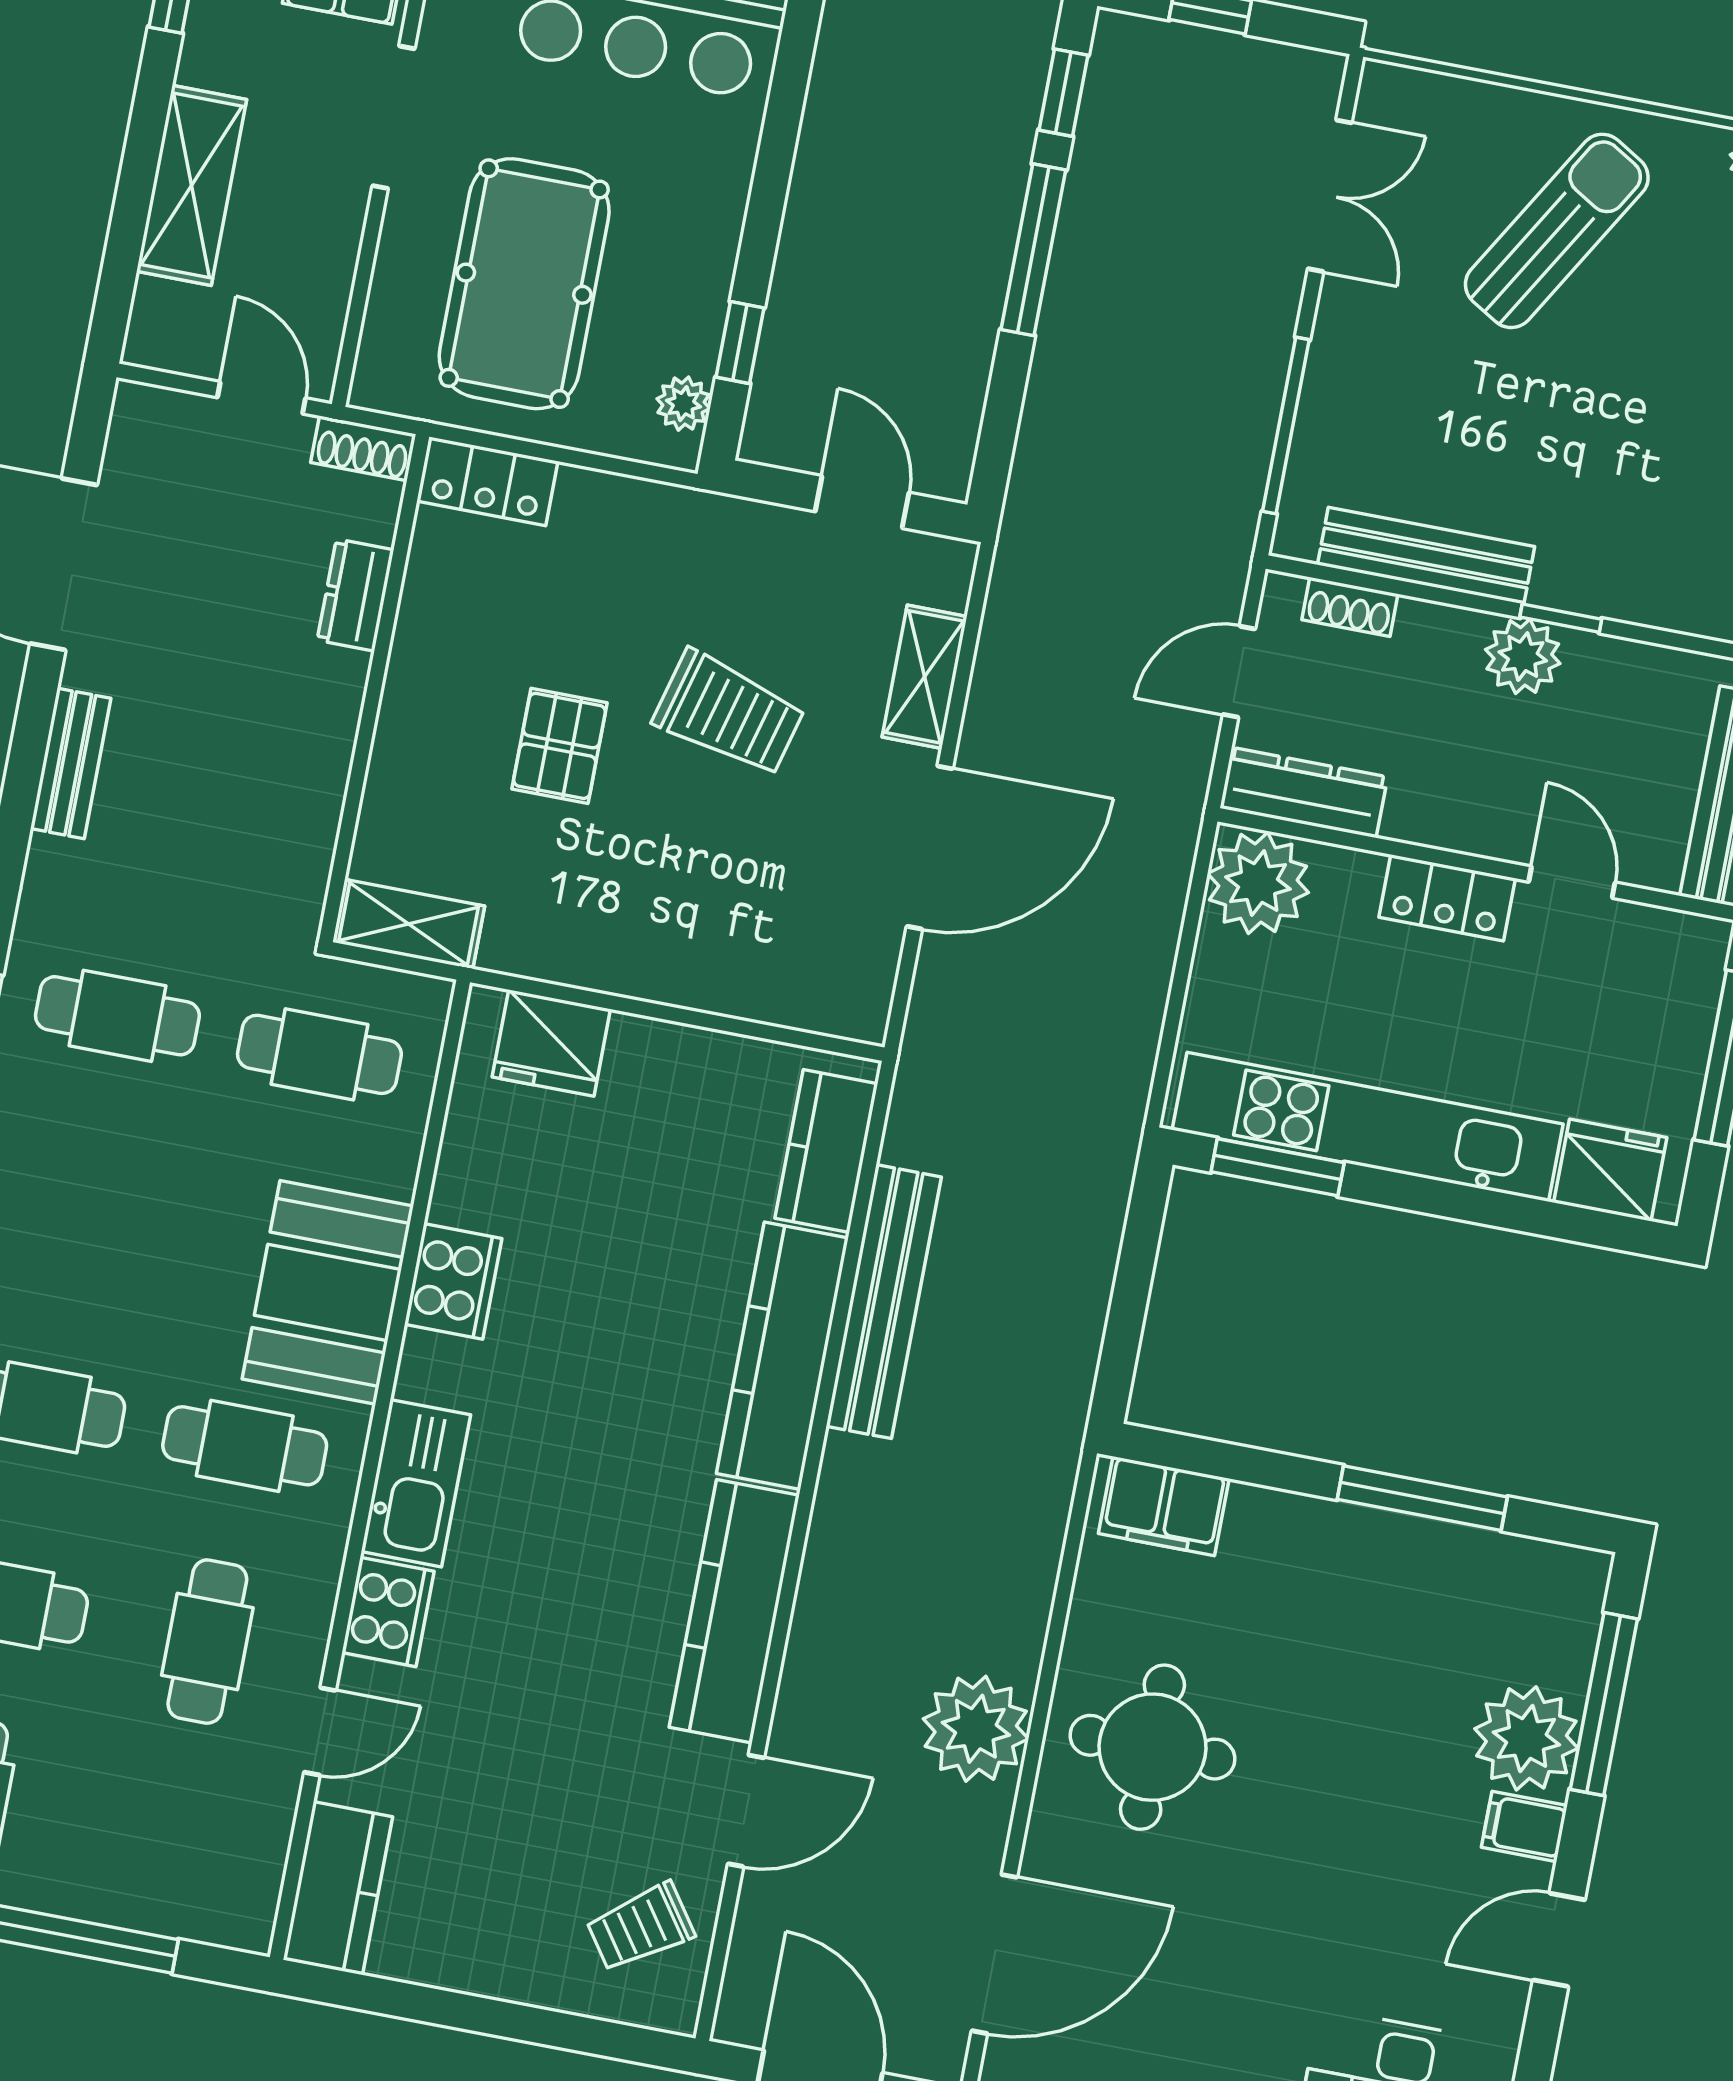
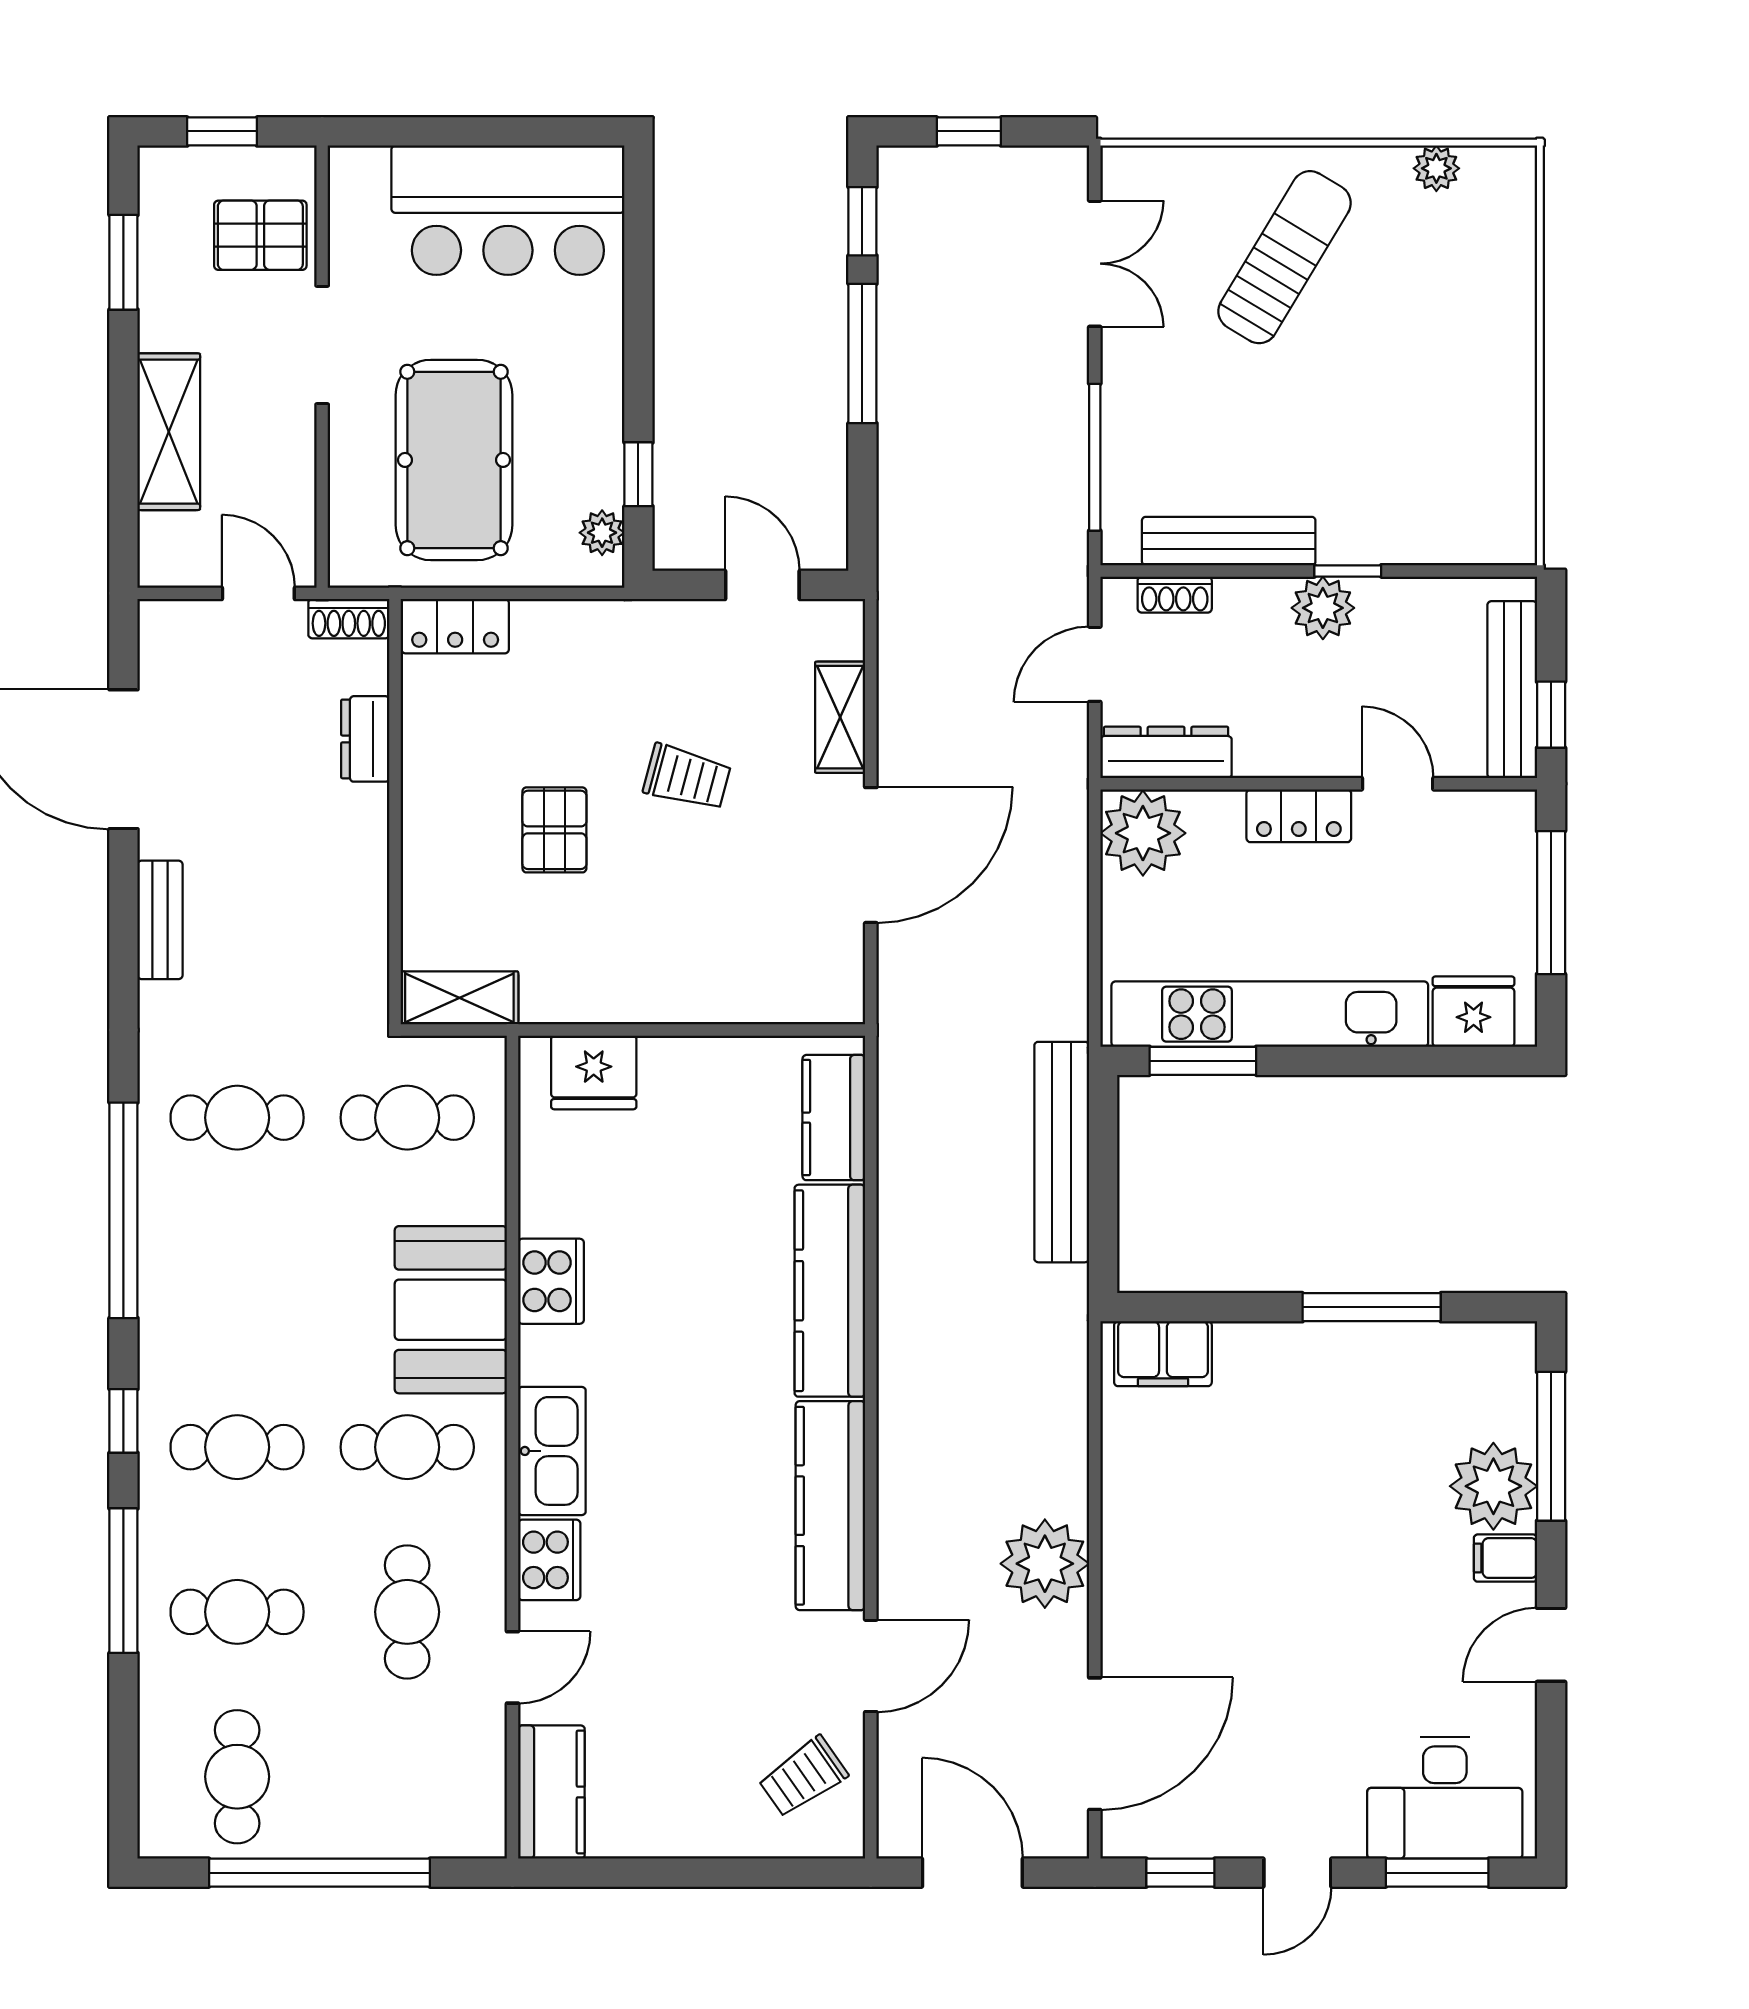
trolley: (729, 714) -> (687, 777), width x0.73, depth x0.72
bench: (884, 1302) -> (1062, 1152), moved
round table: (1152, 1747) -> (1191, 1551), removed

